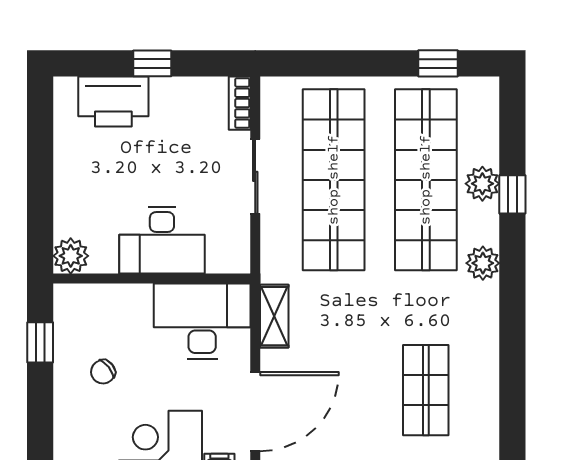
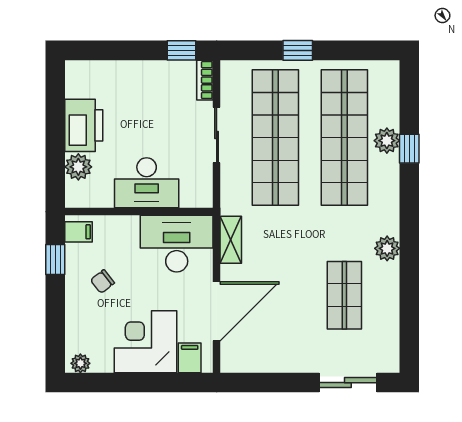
window: (152, 63) -> (181, 50), moved
window: (438, 63) -> (298, 50), moved
printer: (113, 101) -> (84, 125), moved, turned -90
plant: (71, 256) -> (78, 167), moved
plant: (483, 263) -> (387, 248), moved
filing cabinet: (71, 305) -> (79, 232), added

